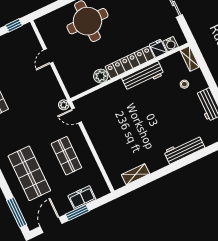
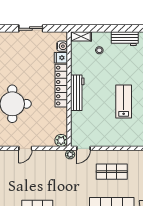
door: (48, 56) -> (25, 148), hinge flipped
plant: (101, 76) -> (61, 140), moved
workbench: (143, 76) -> (77, 93), moved
lab bench: (144, 134) -> (124, 101), added

